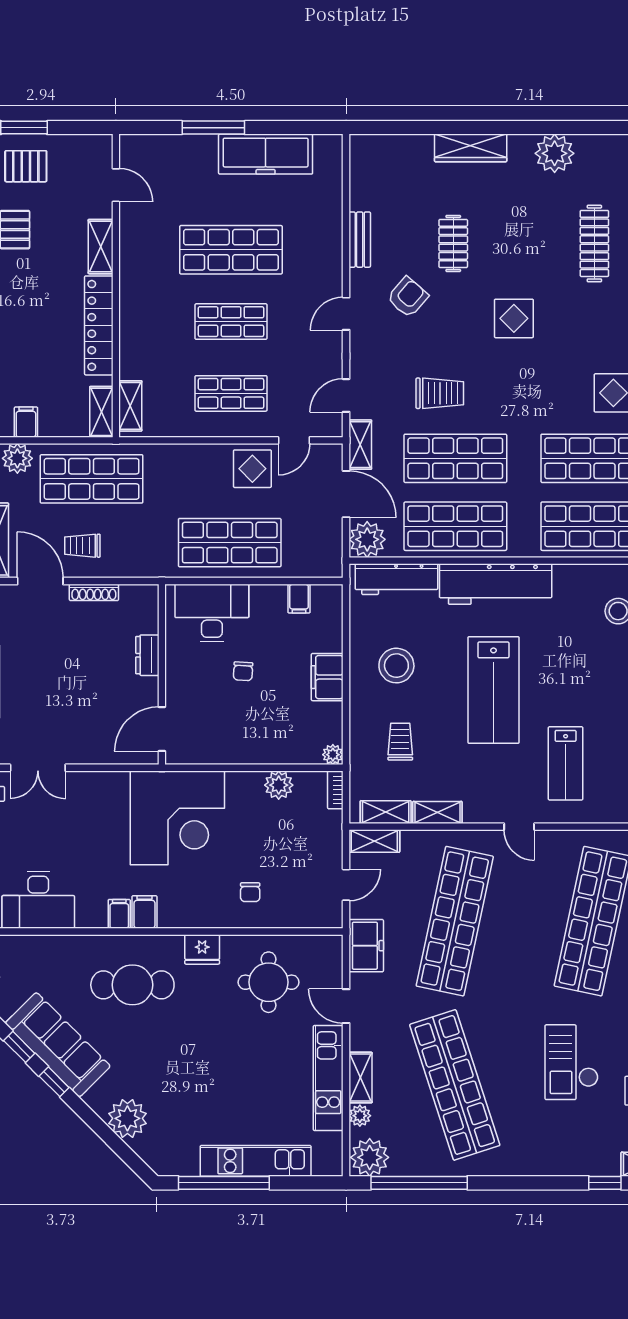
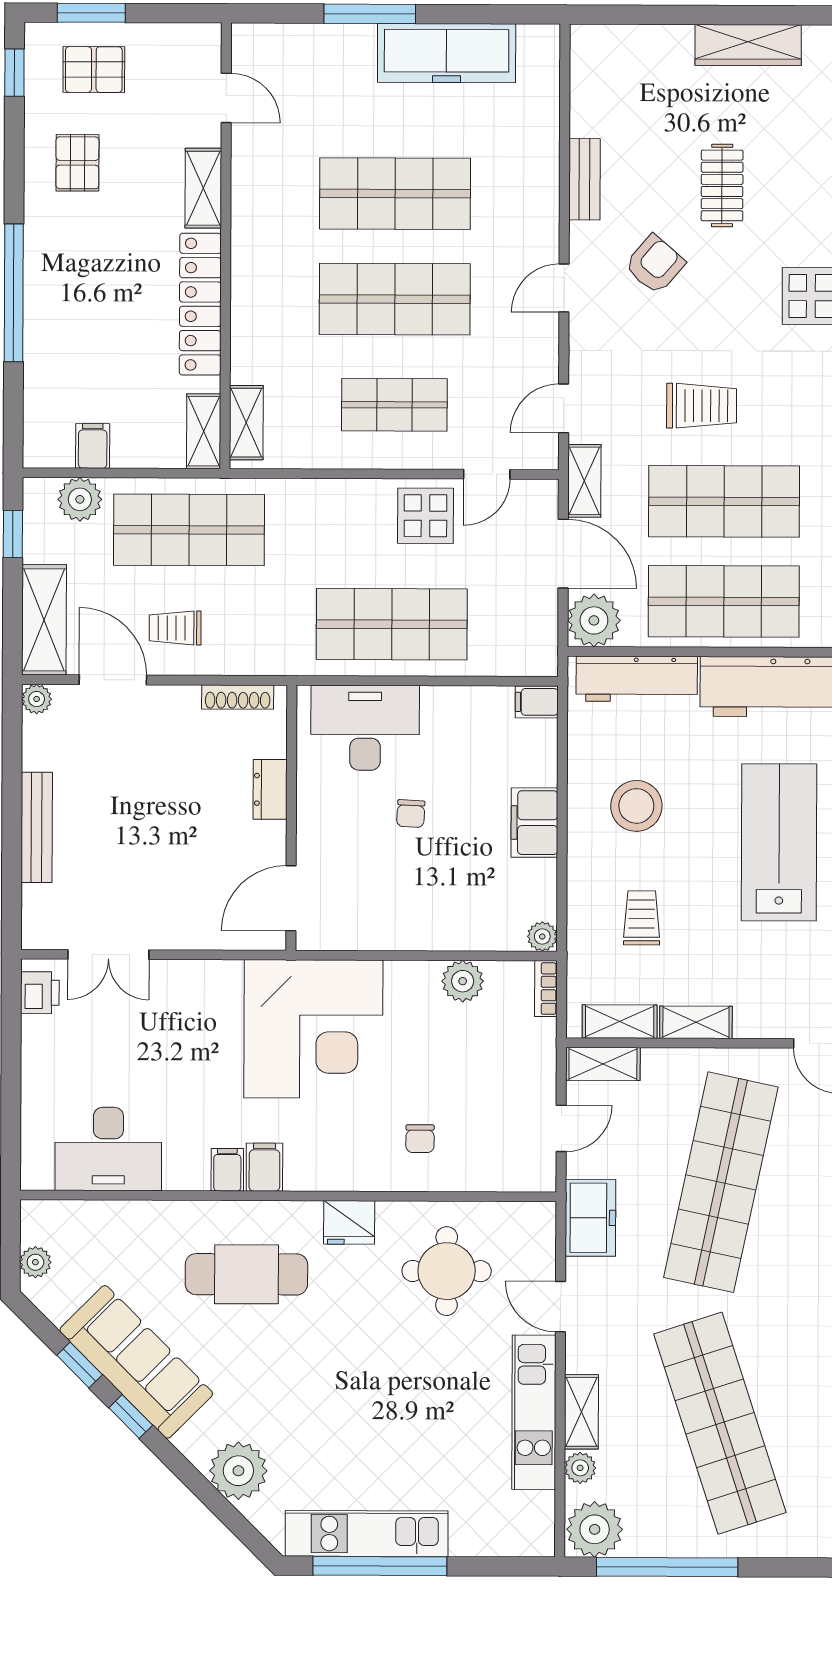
shop shelf: (231, 322) -> (395, 299), width x1.43, depth x1.36
shoe rack: (94, 592) -> (238, 697), moved
filing cabinet: (299, 599) -> (537, 702), moved, turned 90
lab bench: (493, 690) -> (779, 842), turned 180
kitchen unit: (256, 1161) -> (367, 1534), moved

